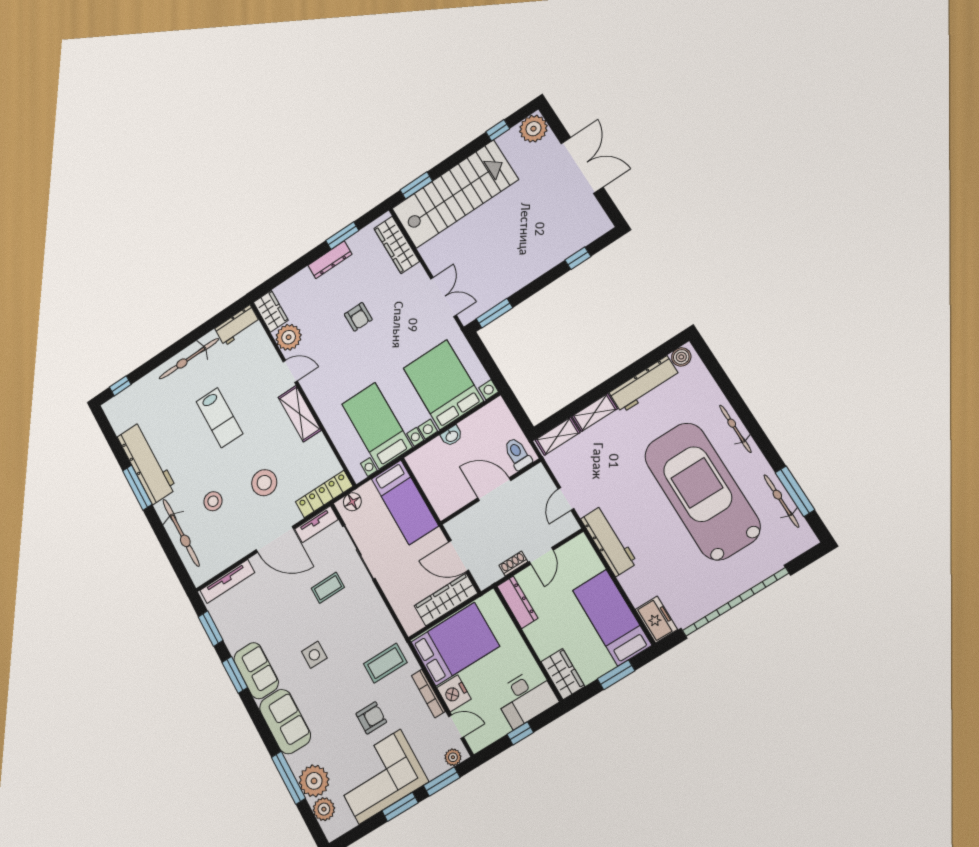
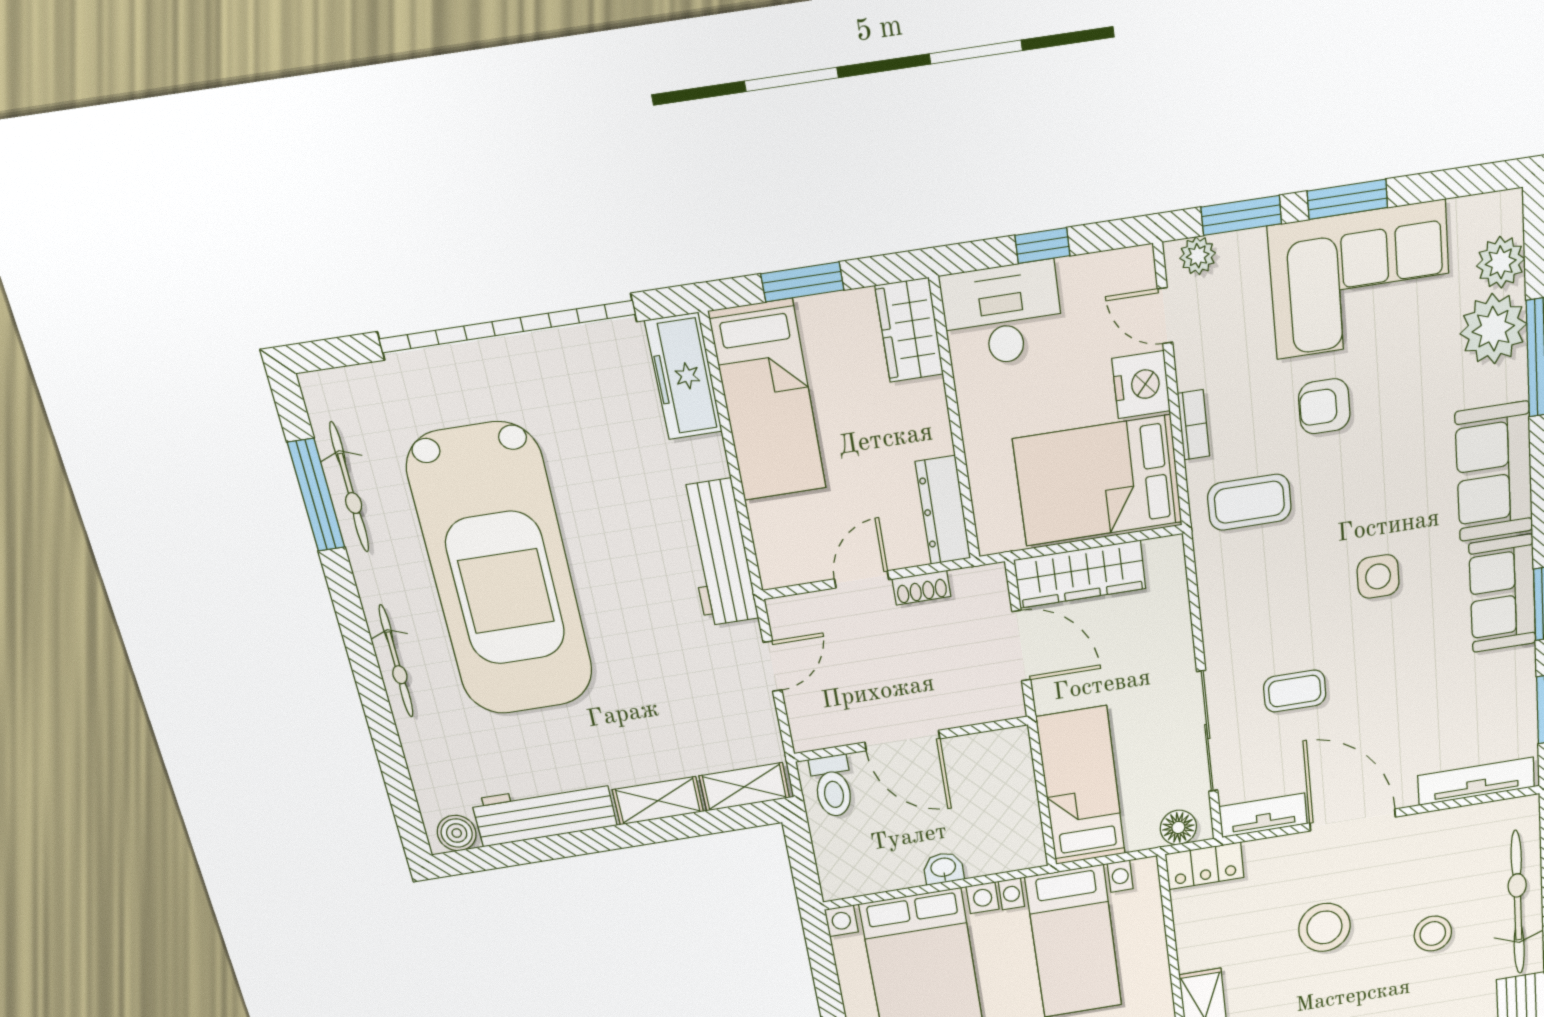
locker: (324, 494) -> (1205, 866), width x0.66
freezer: (656, 619) -> (684, 376), width x1.40
bookcase: (428, 694) -> (1194, 425), width x0.64

